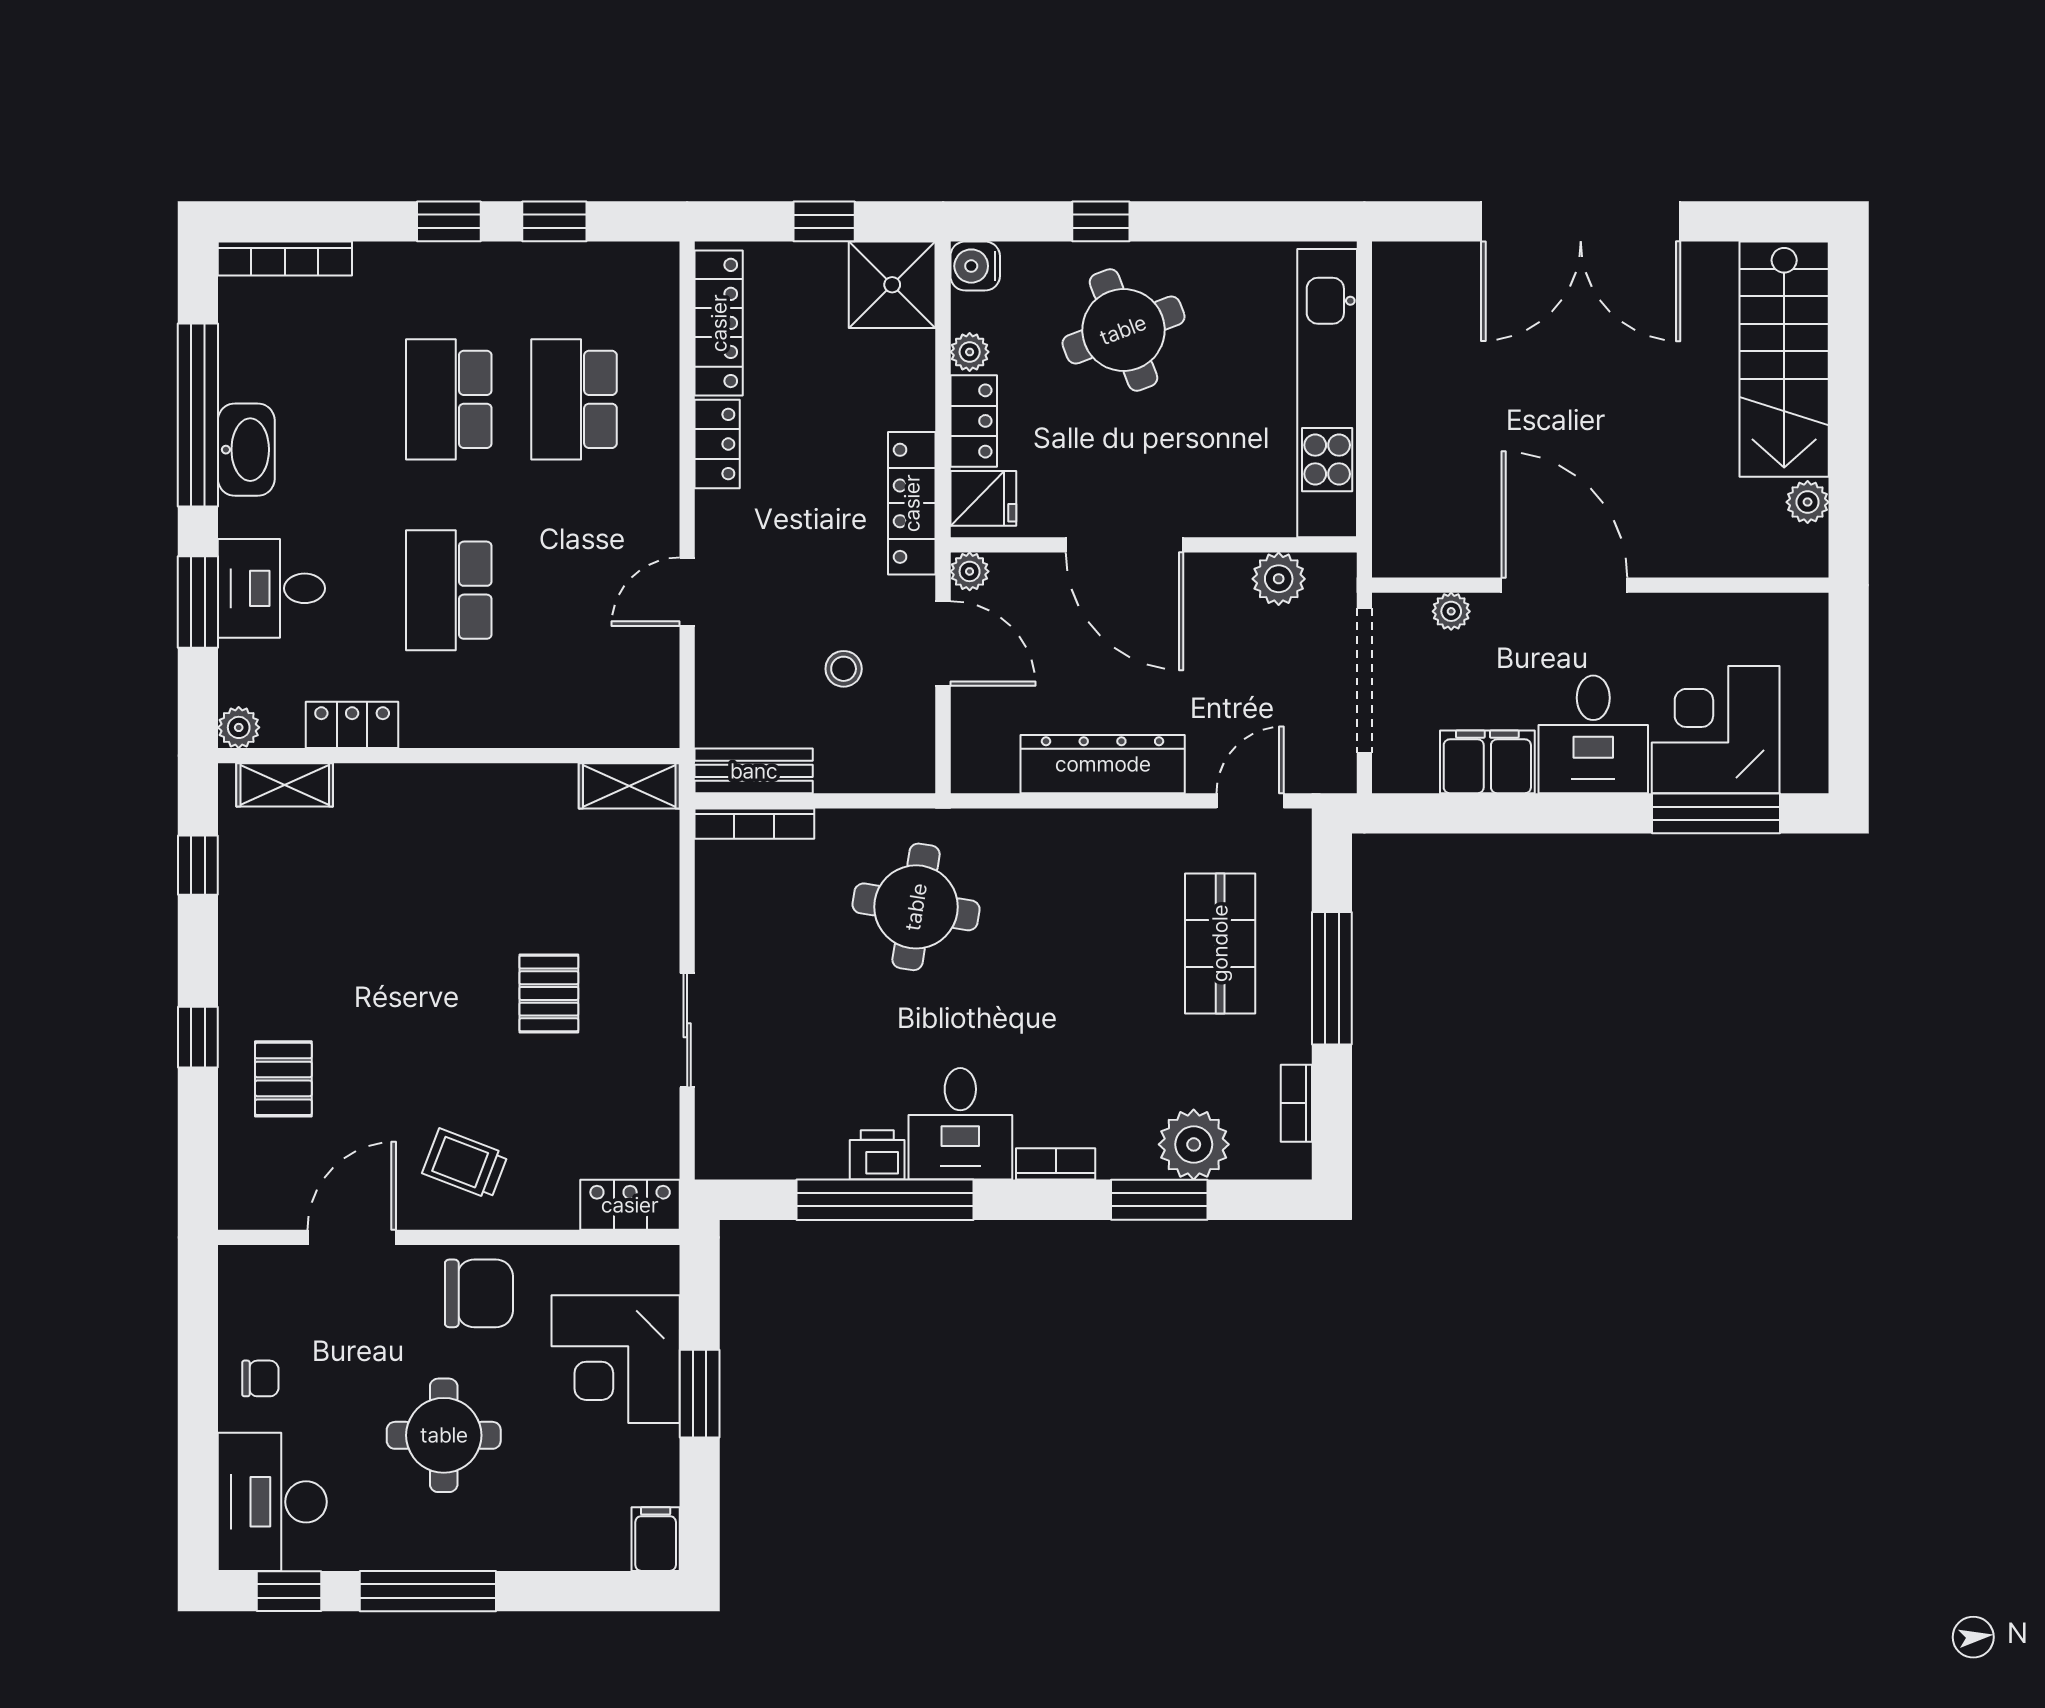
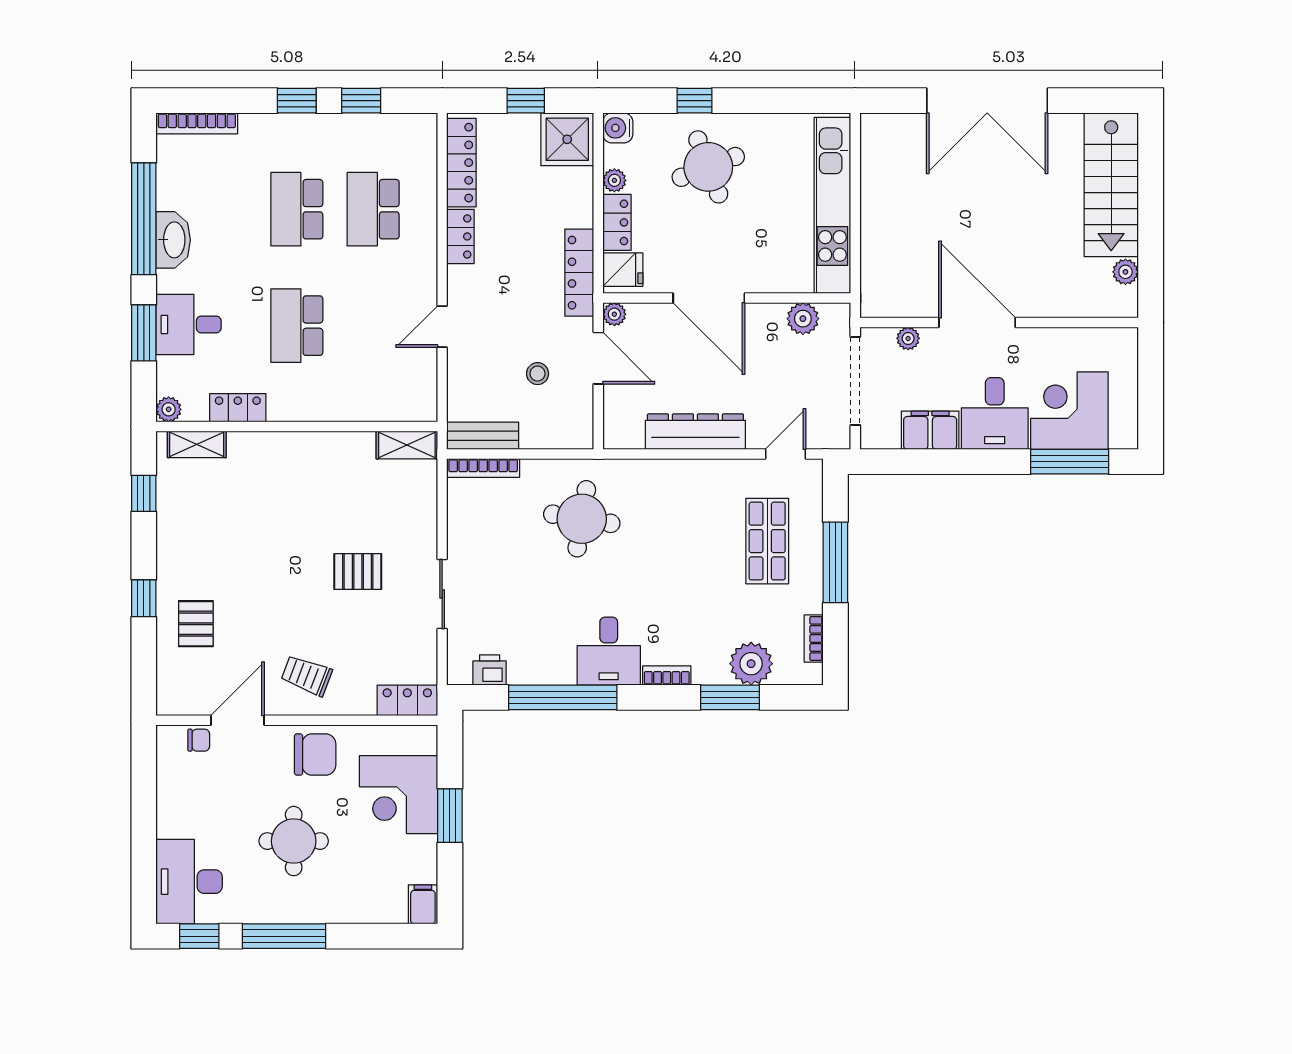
pallet: (549, 993) -> (358, 572), turned 90
printer: (877, 1155) -> (490, 670), moved
chair: (260, 1378) -> (199, 740), moved

